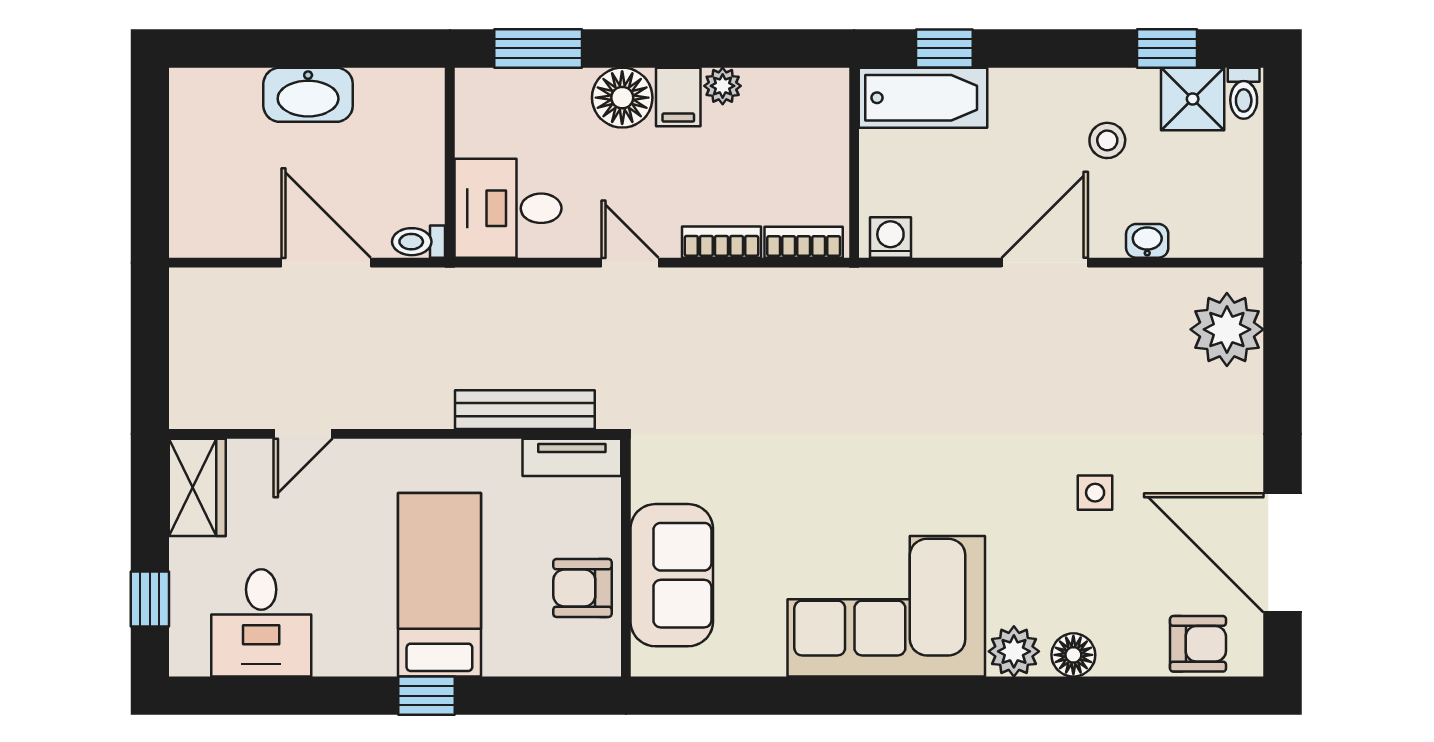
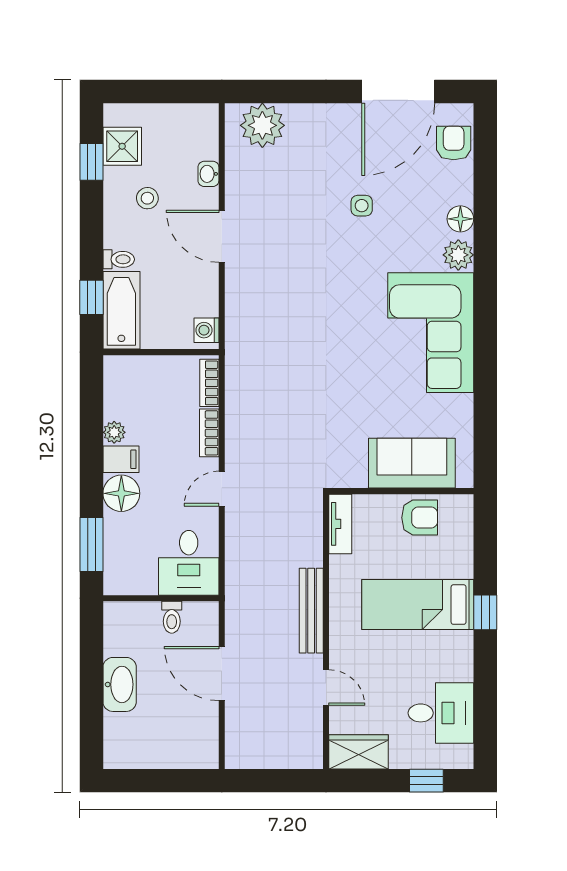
toilet: (1244, 93) -> (119, 259), moved
toilet: (419, 242) -> (172, 617), moved
door: (326, 263) -> (222, 674), hinge flipped
bench: (525, 410) -> (311, 611), moved
armchair: (582, 588) -> (420, 518), turned -90

